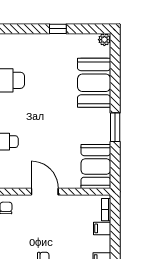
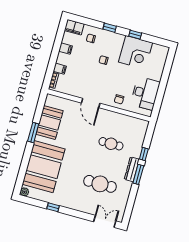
booth: (94, 83) -> (44, 167), width x1.36, depth x1.42
booth: (96, 166) -> (49, 123), moved

